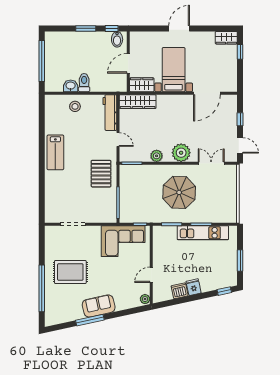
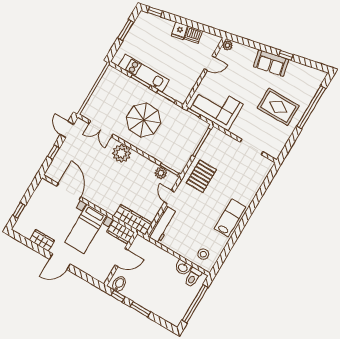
wardrobe: (226, 38) -> (42, 240), moved
toilet: (84, 83) -> (193, 277), moved
door: (207, 93) -> (69, 192), hinge flipped
stool: (75, 106) -> (203, 254), moved
plant: (157, 156) -> (161, 173), moved
window: (90, 320) -> (286, 55), width x0.46

